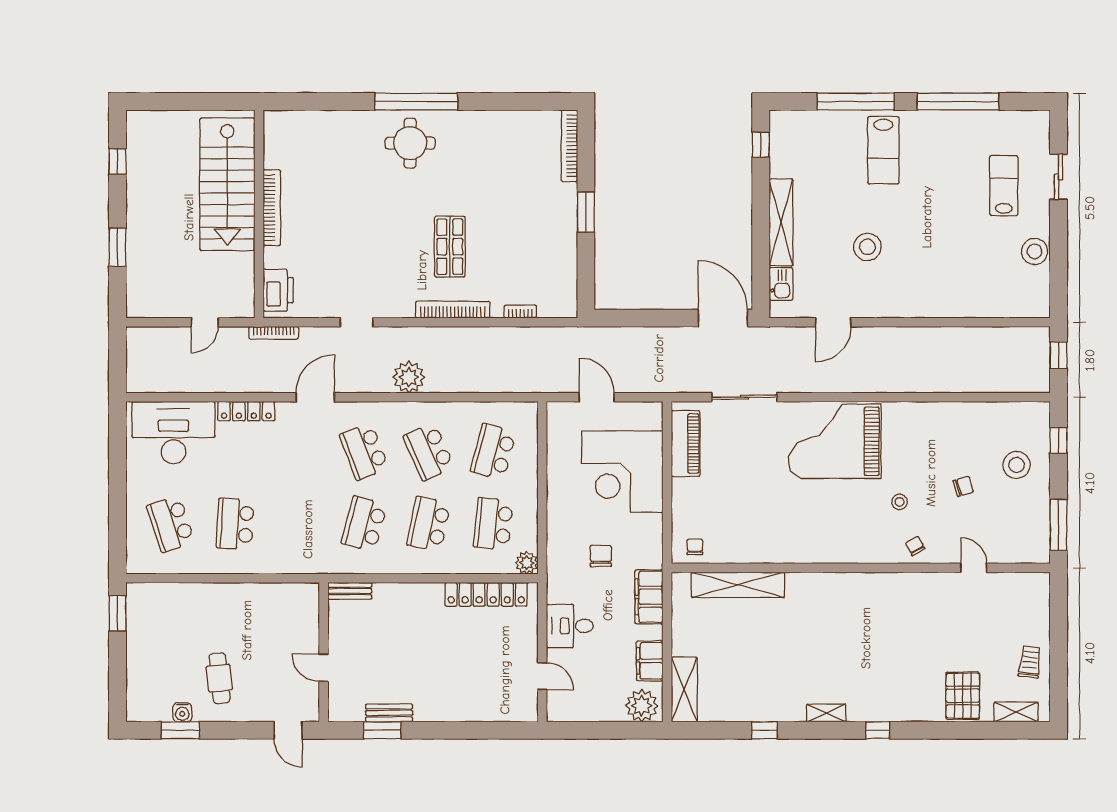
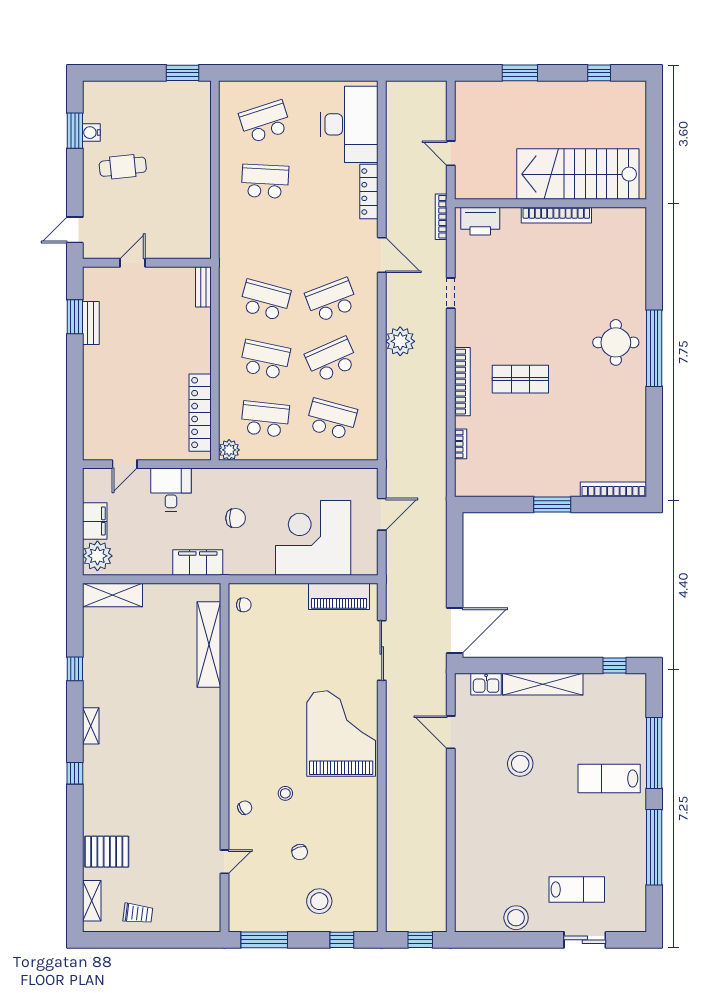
filing cabinet: (650, 661) -> (95, 521), moved, turned 90

